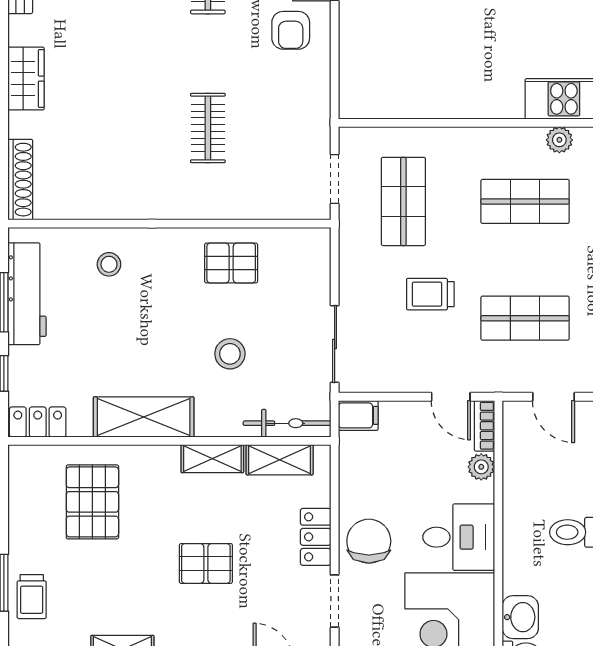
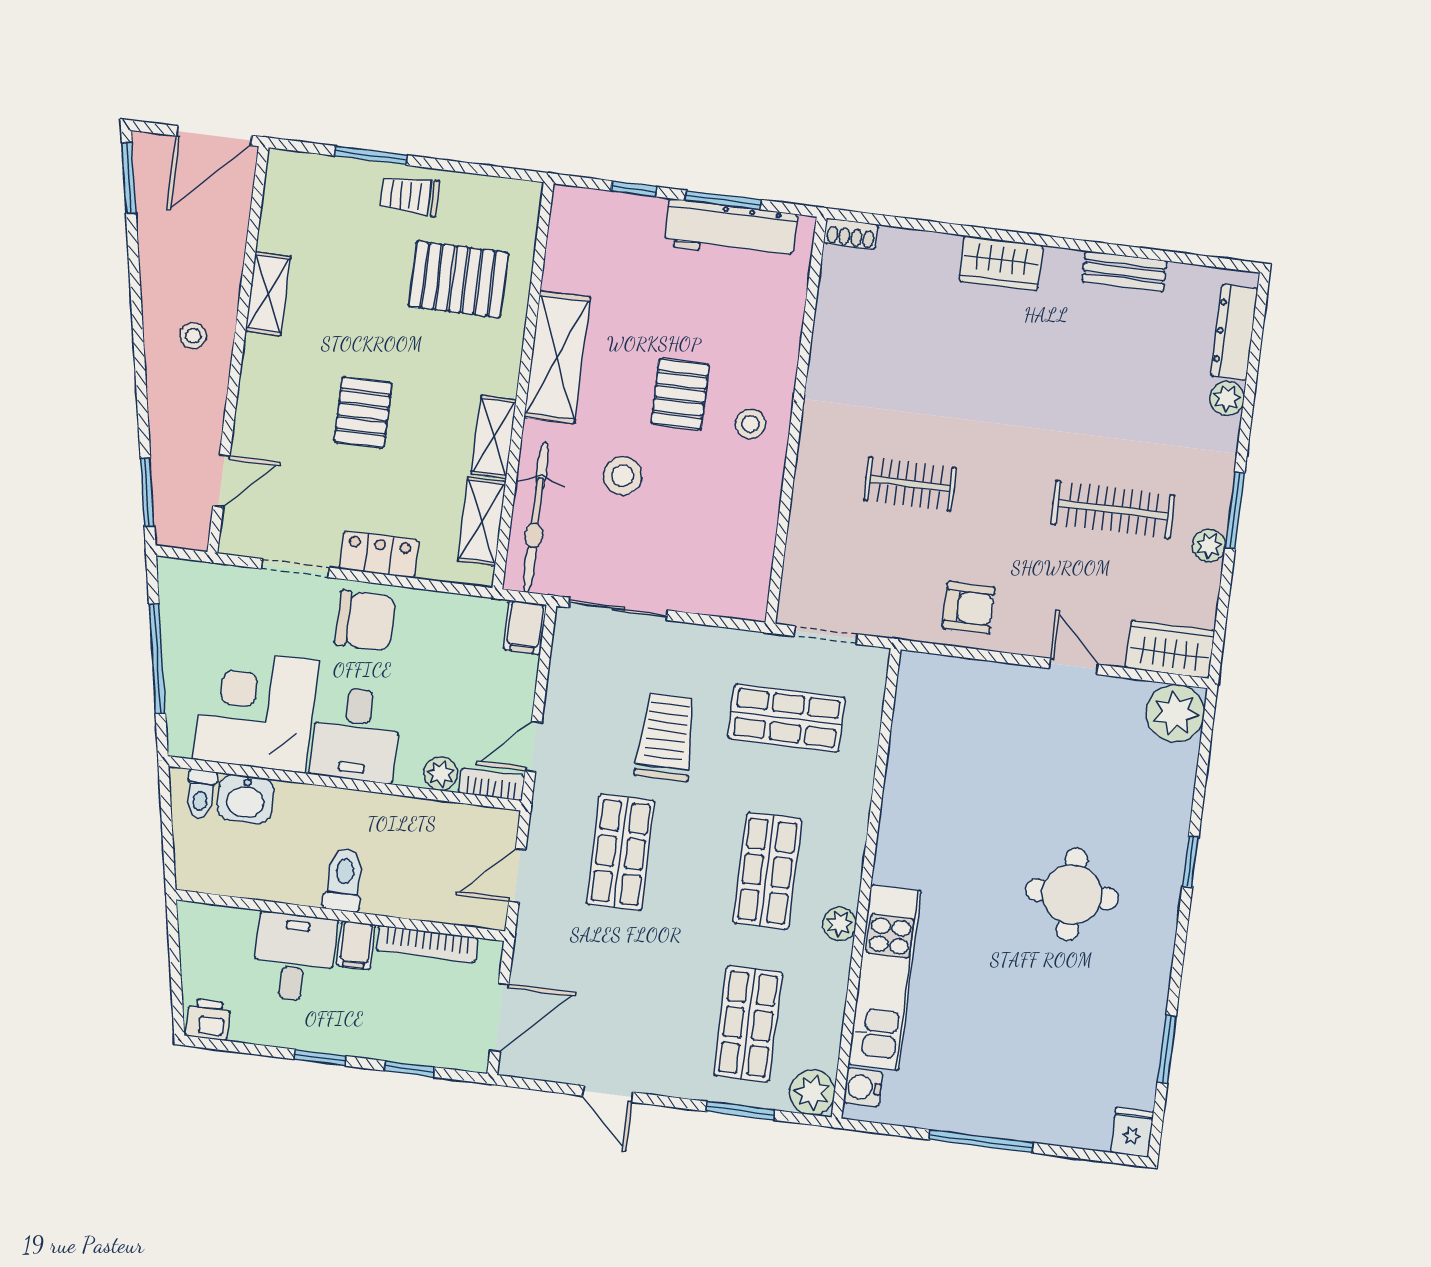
armchair: (291, 30) -> (969, 608), moved, turned 180
shoe rack: (20, 180) -> (851, 234), width x0.51, depth x0.81
pallet: (231, 263) -> (680, 394), moved
stool: (109, 264) -> (750, 424), moved
trolley: (430, 294) -> (666, 737), width x1.36, depth x1.39
locker: (38, 422) -> (567, 223), removed
bicycle: (287, 423) -> (536, 517), width x1.37, depth x1.40
trolley: (32, 597) -> (410, 195), moved

